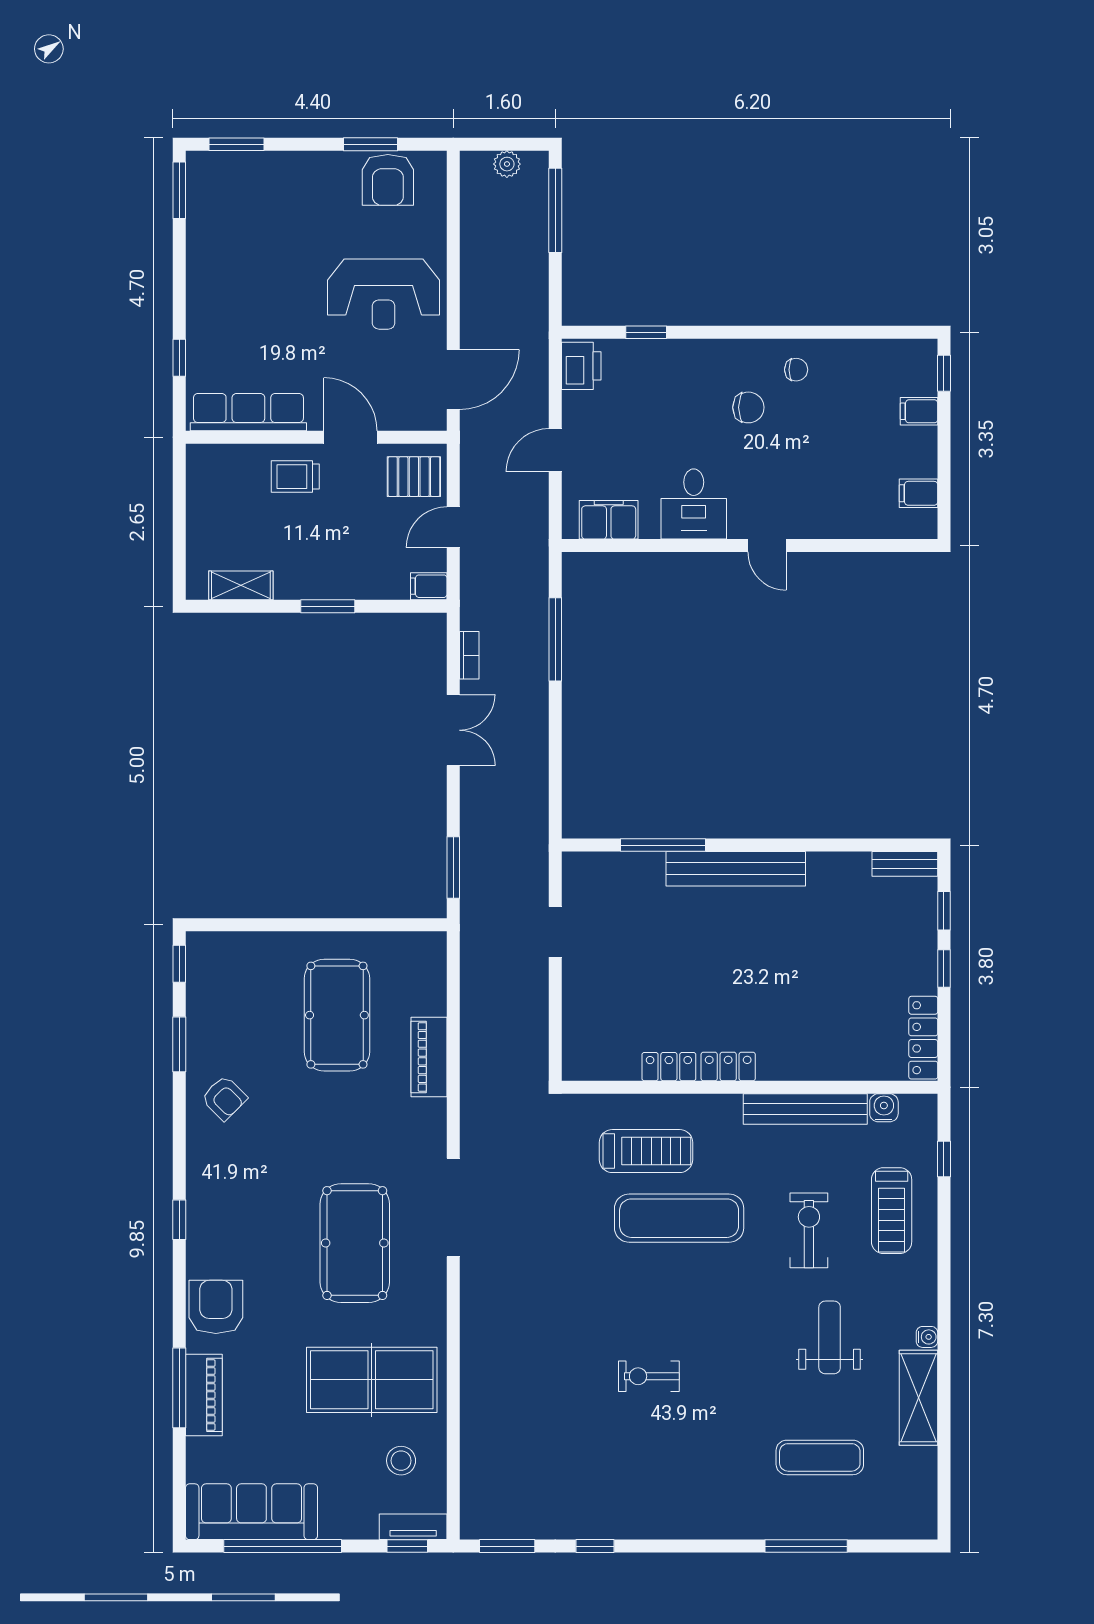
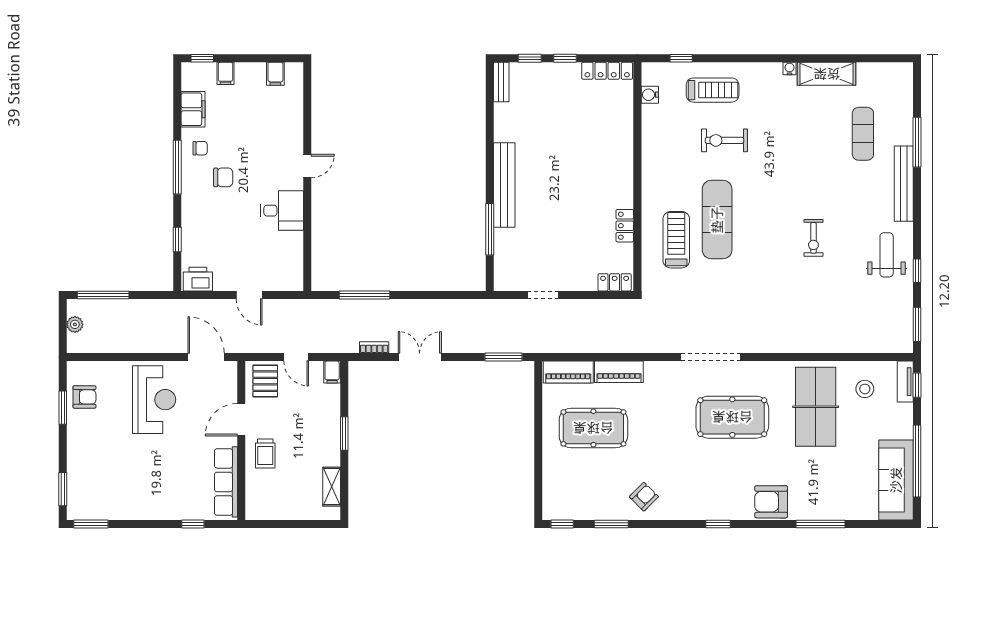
armchair: (388, 180) -> (84, 397), width x0.72, depth x0.72
window: (765, 332) -> (177, 167), added
chair: (796, 370) -> (200, 148), turned 90
chair: (748, 407) -> (223, 177), turned 90
filing cabinet: (609, 520) -> (193, 109), moved, turned 180
locker: (728, 1067) -> (615, 282), moved, turned 90
bench: (805, 1109) -> (904, 184), moved
weight bench: (830, 1337) -> (887, 255), moved, turned 90
piano: (204, 1395) -> (568, 372), moved, turned 180

